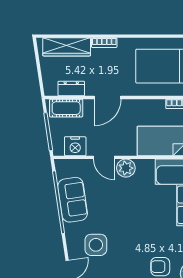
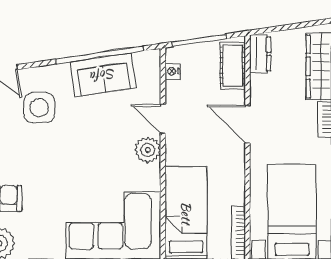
dresser: (71, 89) -> (260, 54), moved
nightstand: (75, 146) -> (173, 71), width x0.53, depth x0.56
door: (104, 157) -> (163, 119), hinge flipped

